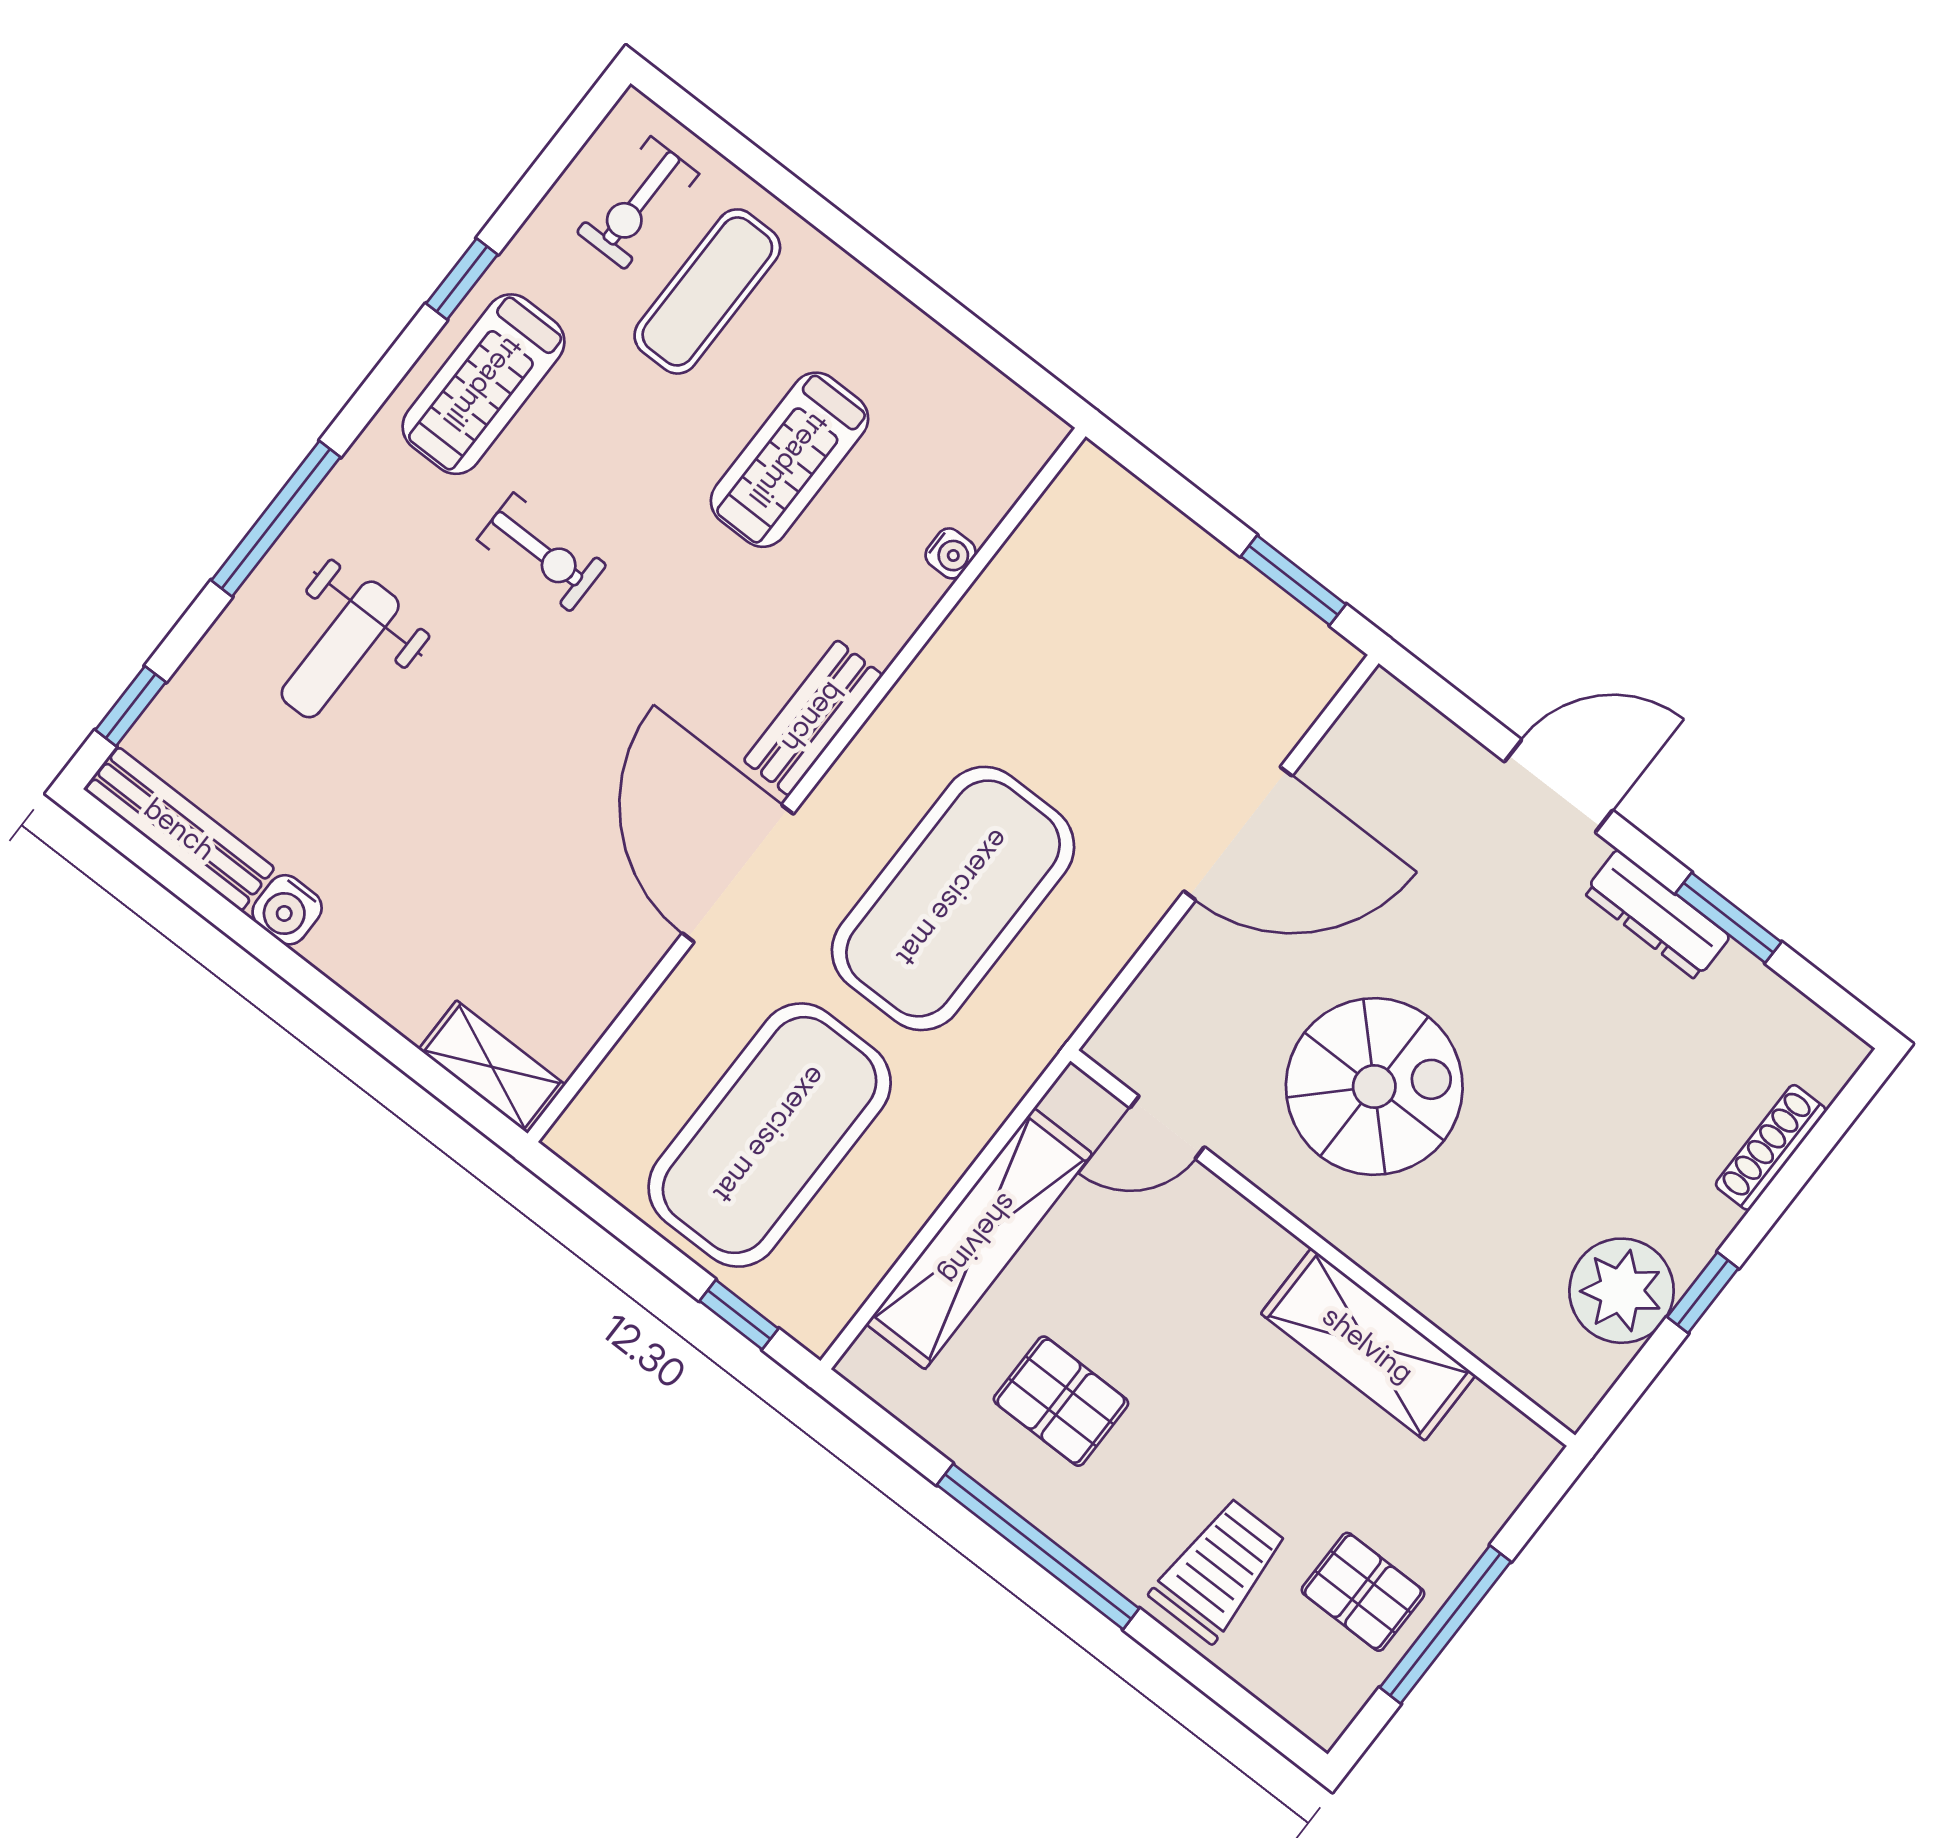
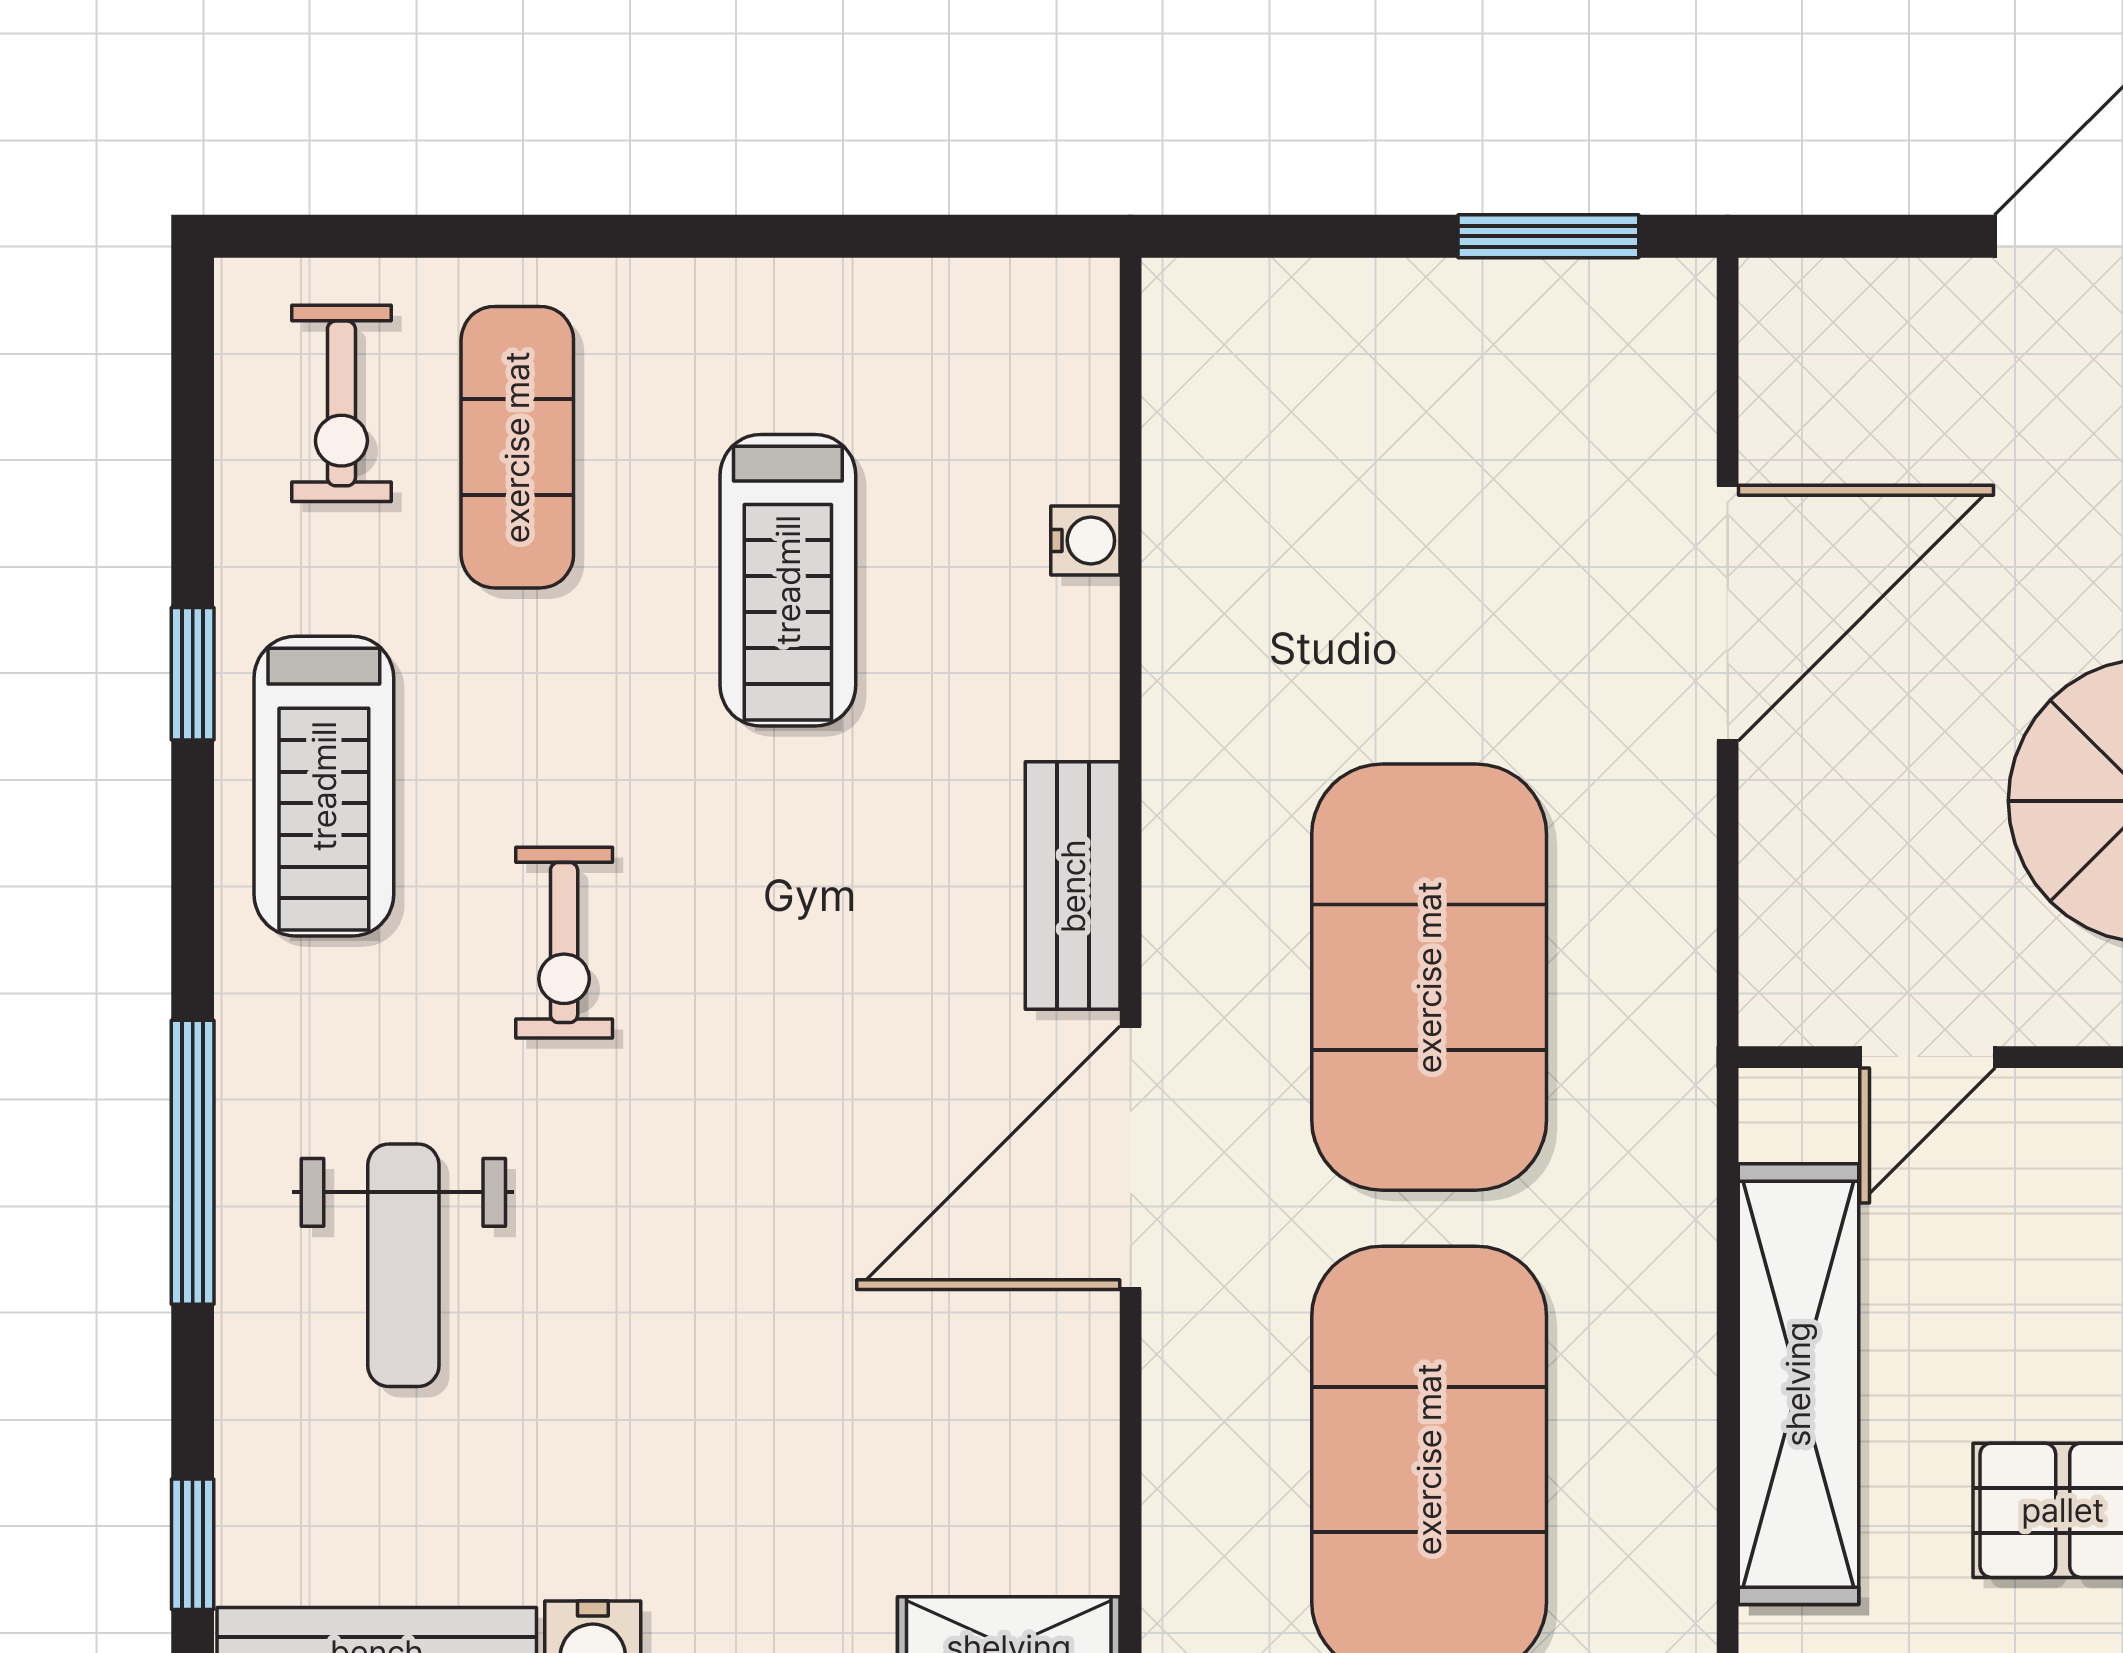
exercise bike: (542, 552) -> (564, 943), turned 90
door: (738, 874) -> (1131, 1158), hinge flipped

